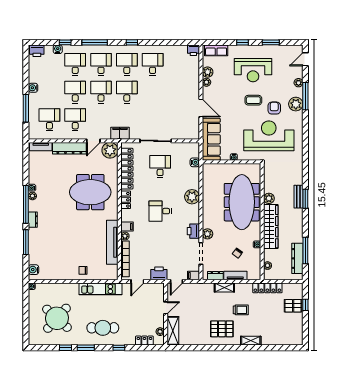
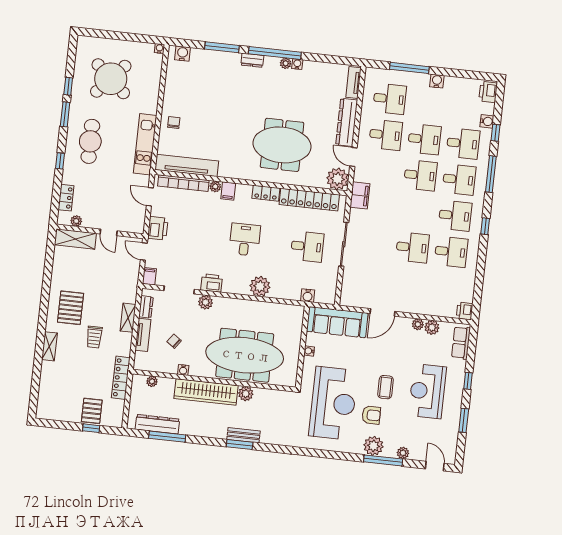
desk: (127, 92) -> (412, 247), moved
meeting table: (90, 192) -> (282, 145), turned 90
tv unit: (112, 242) -> (187, 165), moved

